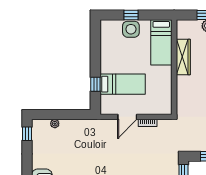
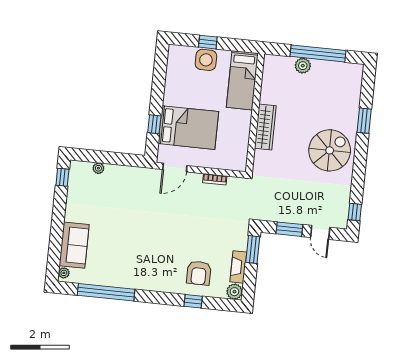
wardrobe: (183, 57) -> (265, 127), moved
bed: (123, 84) -> (188, 128), width x1.50
door: (127, 117) -> (175, 168), moved

